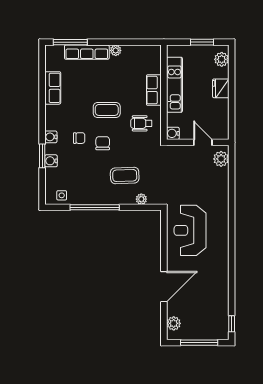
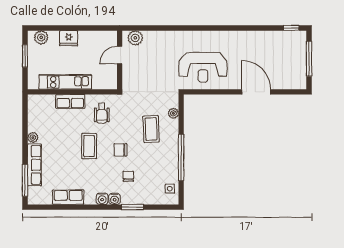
water cooler: (173, 133) -> (111, 83), removed
chair: (79, 138) -> (128, 176), moved
water cooler: (51, 161) -> (102, 199), moved
plant: (174, 323) -> (291, 83), removed

